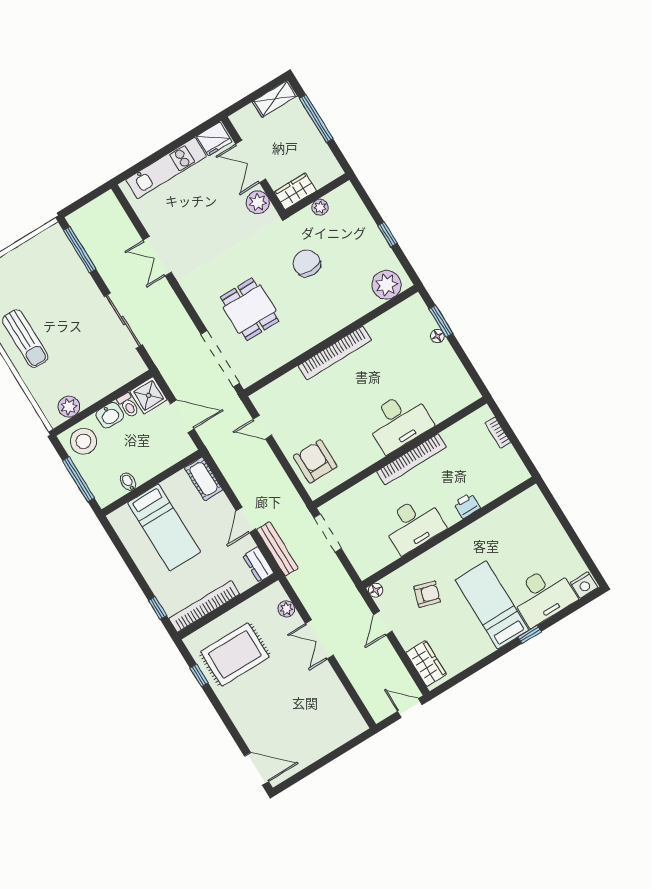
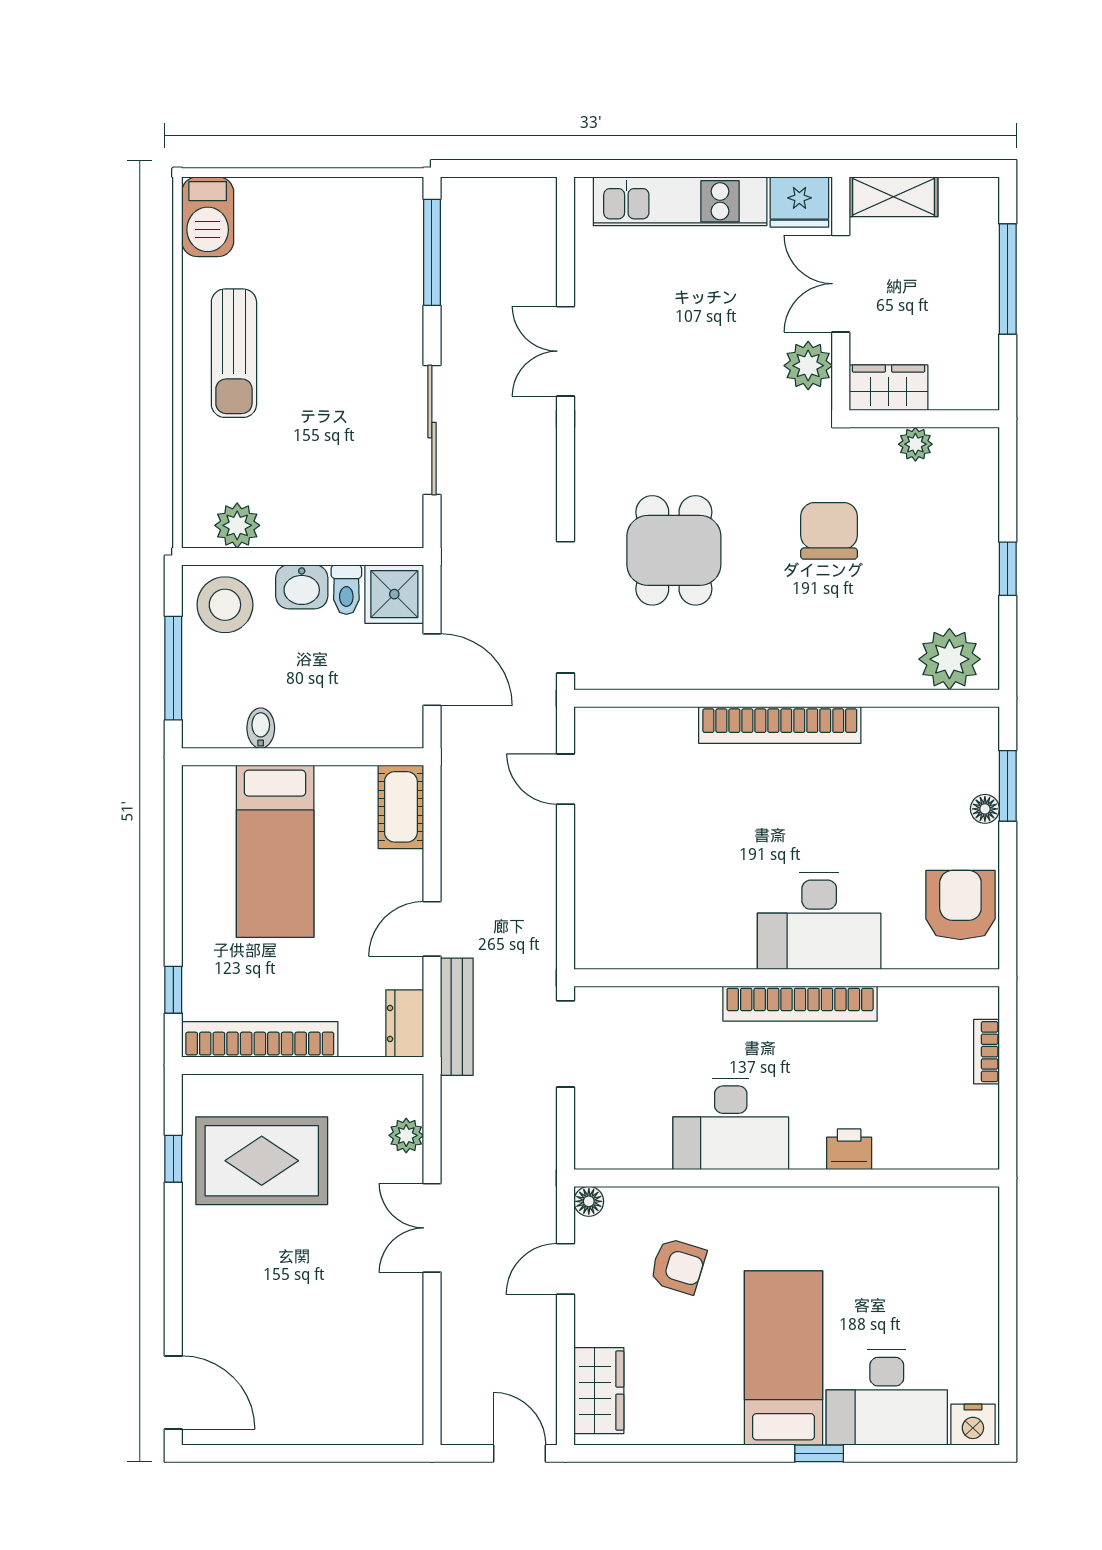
shelving: (275, 99) -> (894, 197), moved
armchair: (315, 461) -> (960, 905), moved

